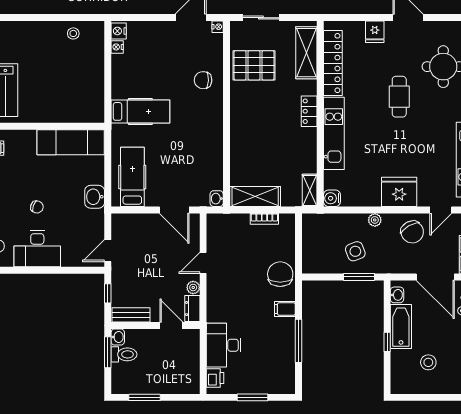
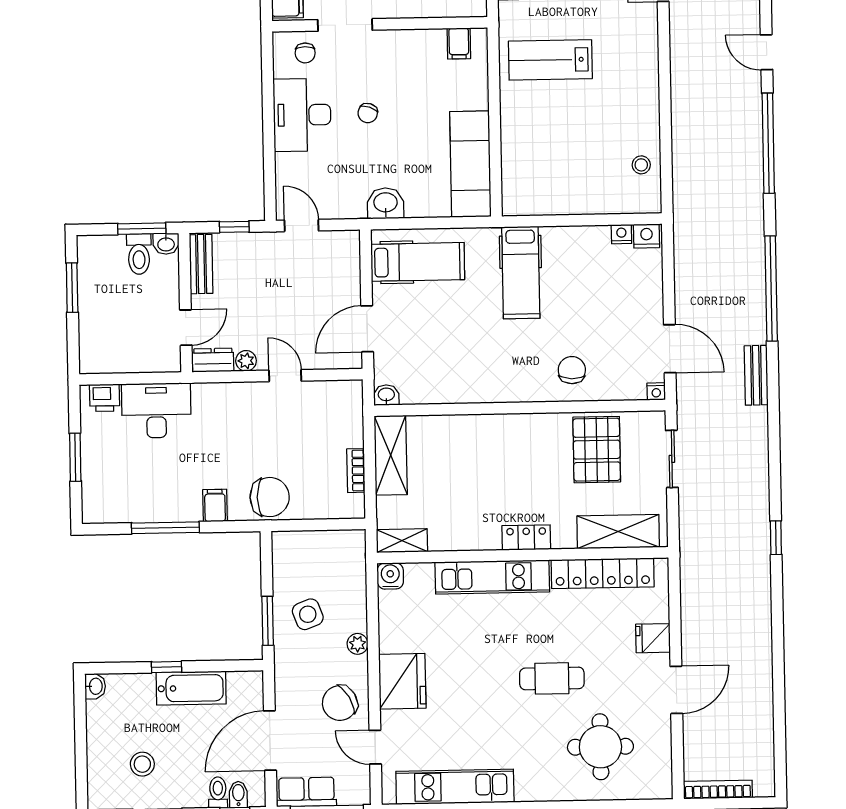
washbasin: (397, 295) -> (95, 686), moved, turned -90
stool: (428, 362) -> (142, 764), moved

